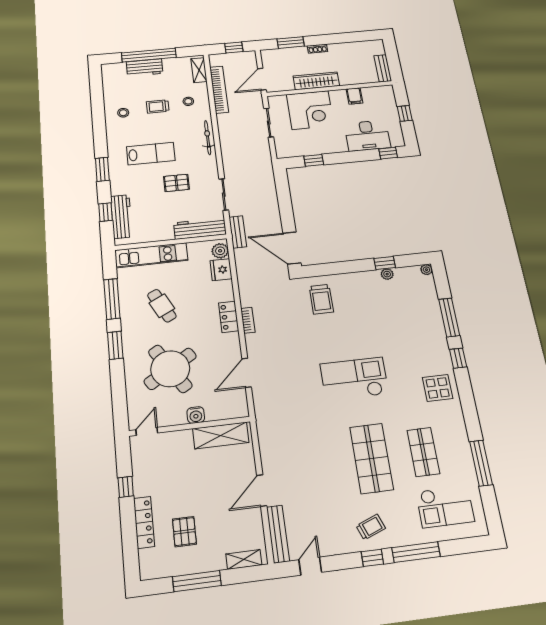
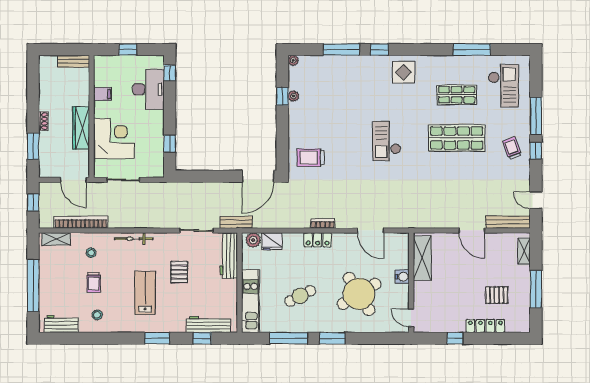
workbench: (145, 68) -> (61, 324), moved, turned -90
trolley: (321, 299) -> (311, 158), turned 180
checkout: (354, 379) -> (387, 141), width x0.73, depth x0.83

